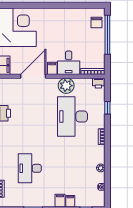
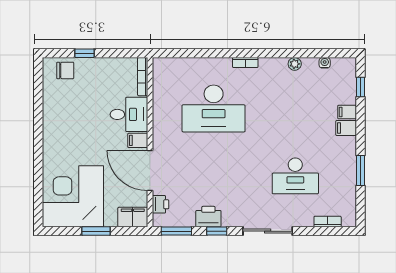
window: (107, 35) -> (85, 53), width x0.32
printer: (98, 83) -> (161, 204), moved
plant: (66, 86) -> (165, 118), removed
window: (107, 108) -> (200, 53), removed

